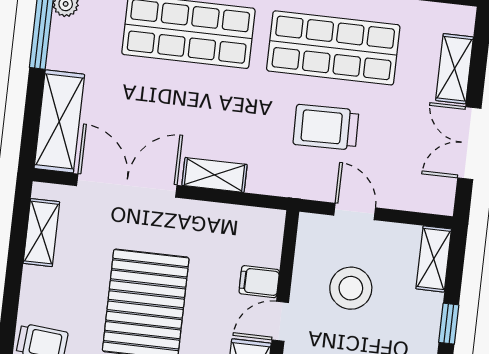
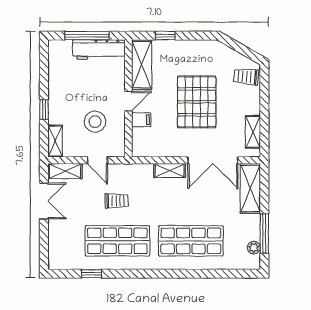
shelving: (455, 69) -> (65, 171), moved, turned 90
trolley: (326, 127) -> (117, 201), width x0.73, depth x0.72

